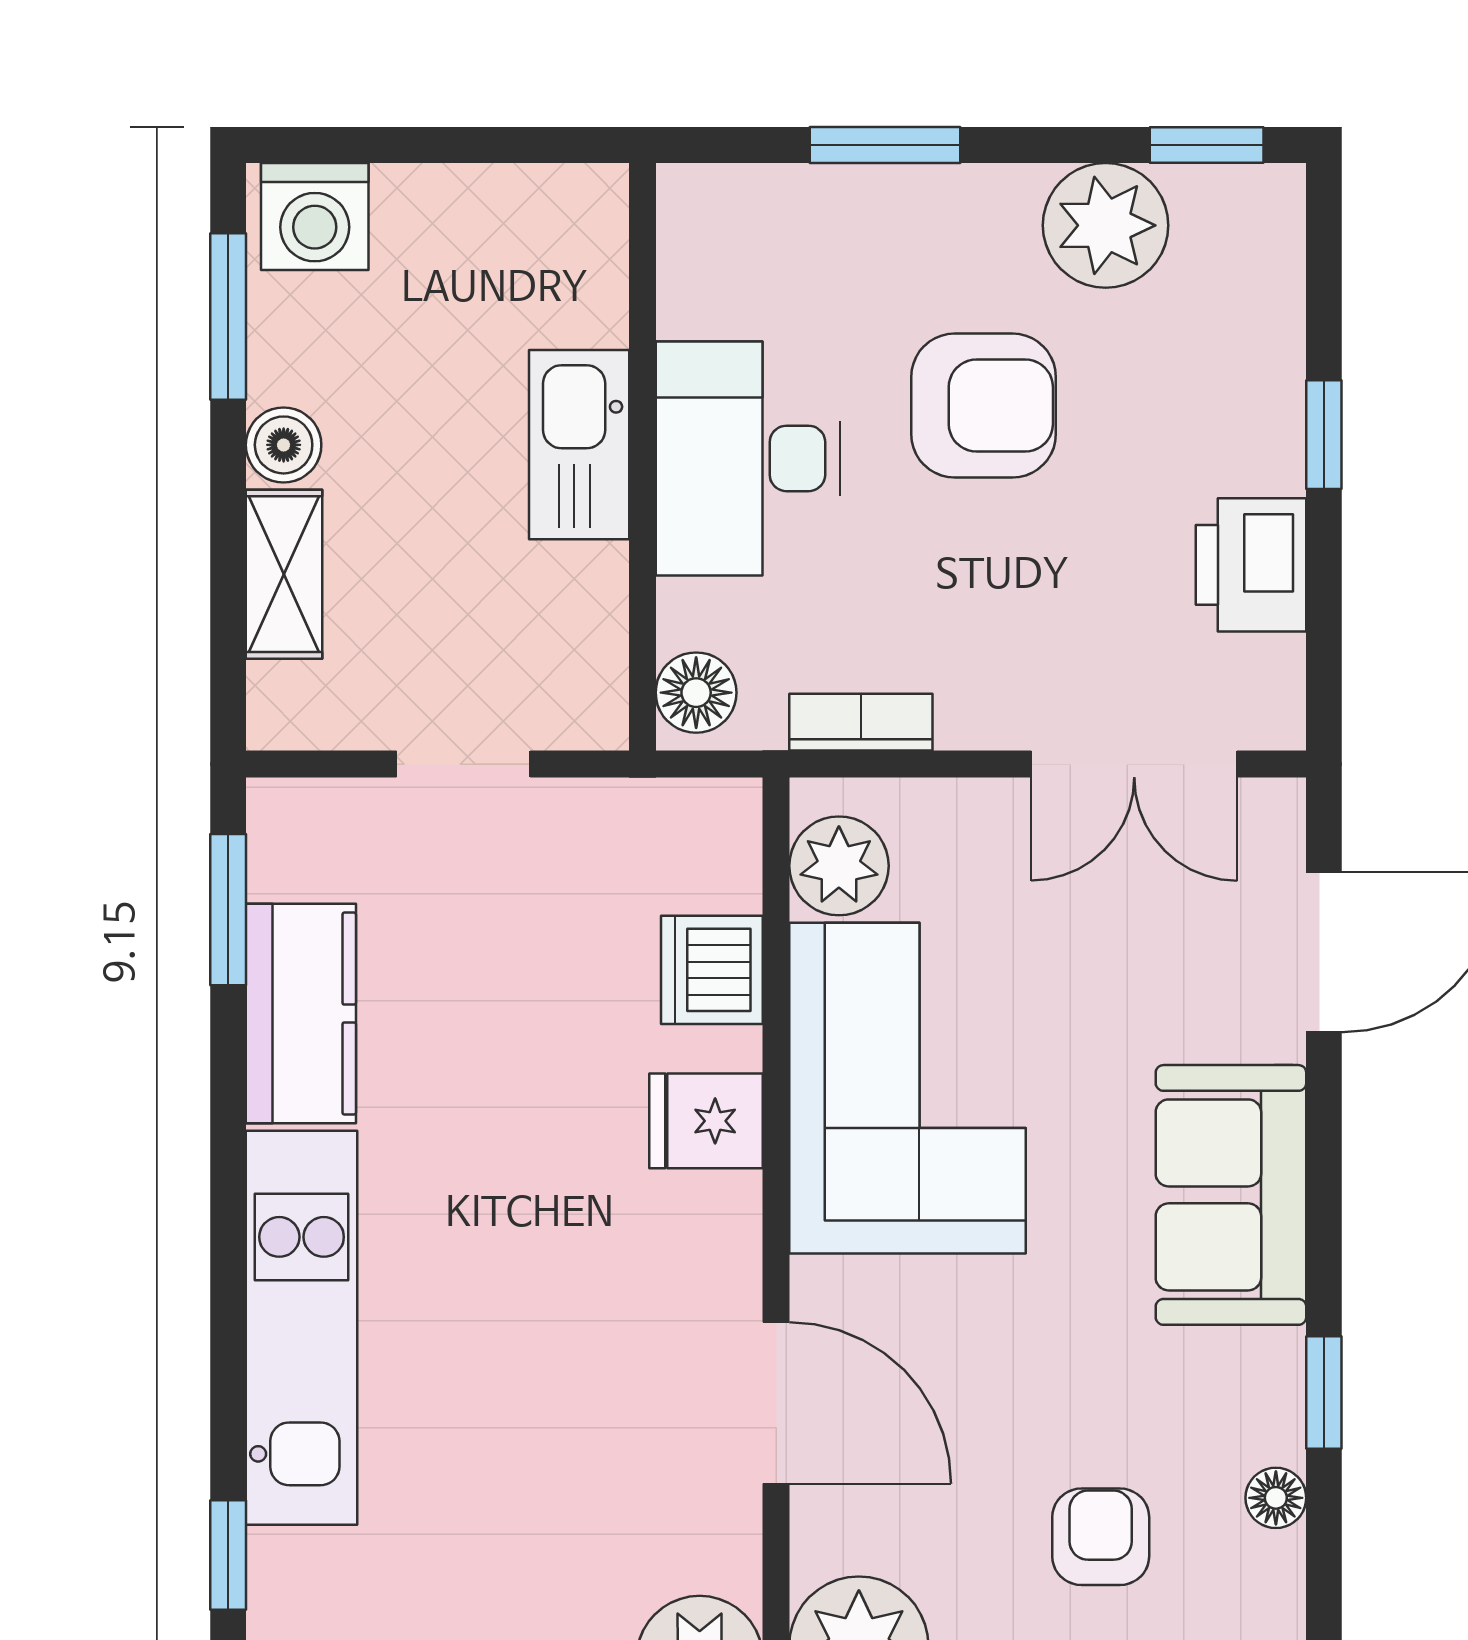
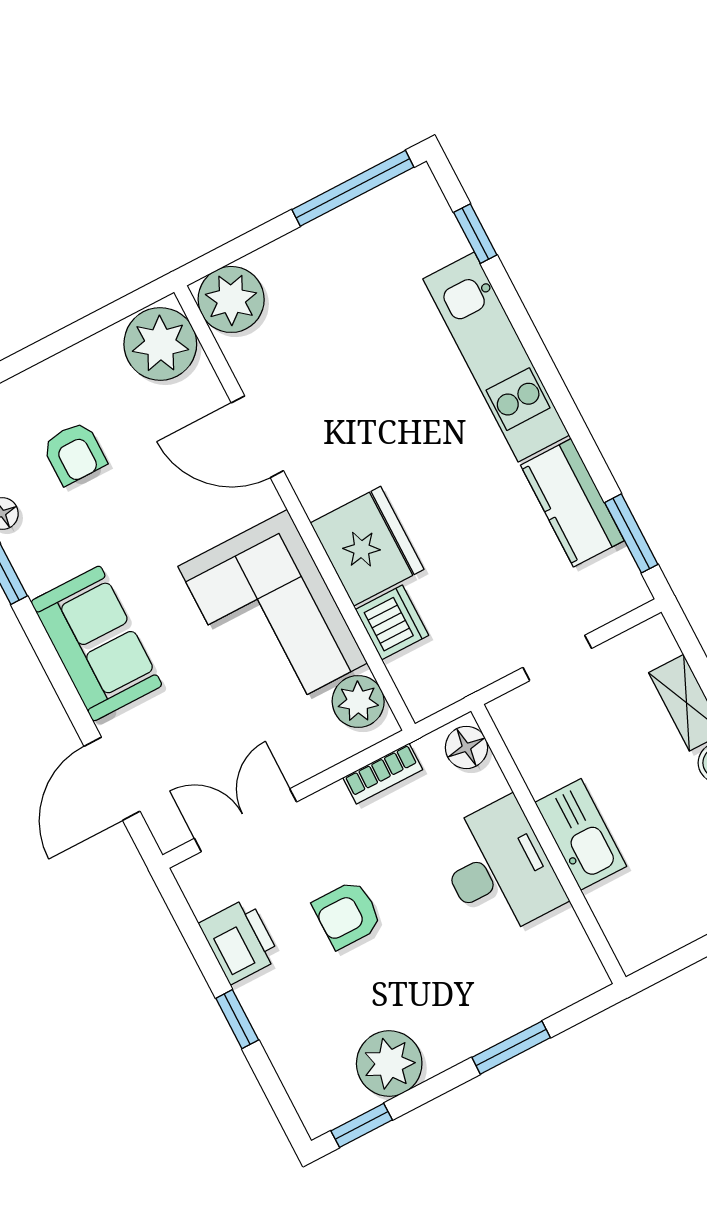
armchair: (984, 406) -> (347, 914), moved, width x0.72, depth x0.72
fridge: (706, 1121) -> (367, 546), width x1.88, depth x1.34

